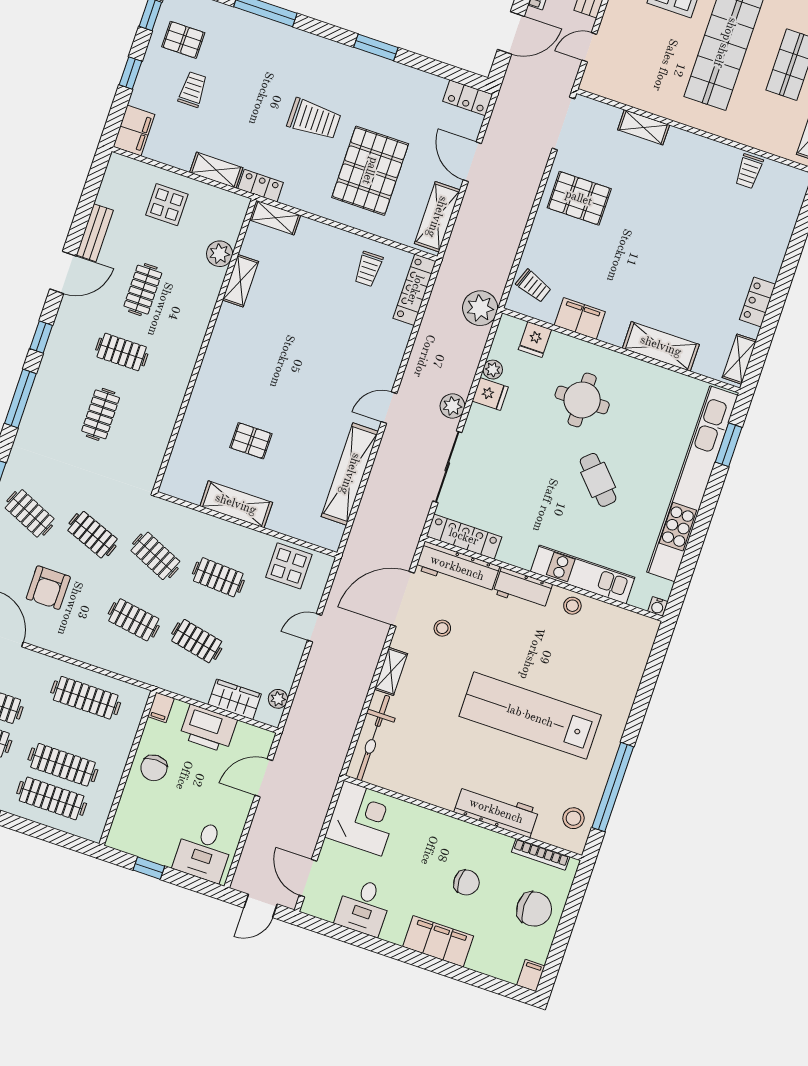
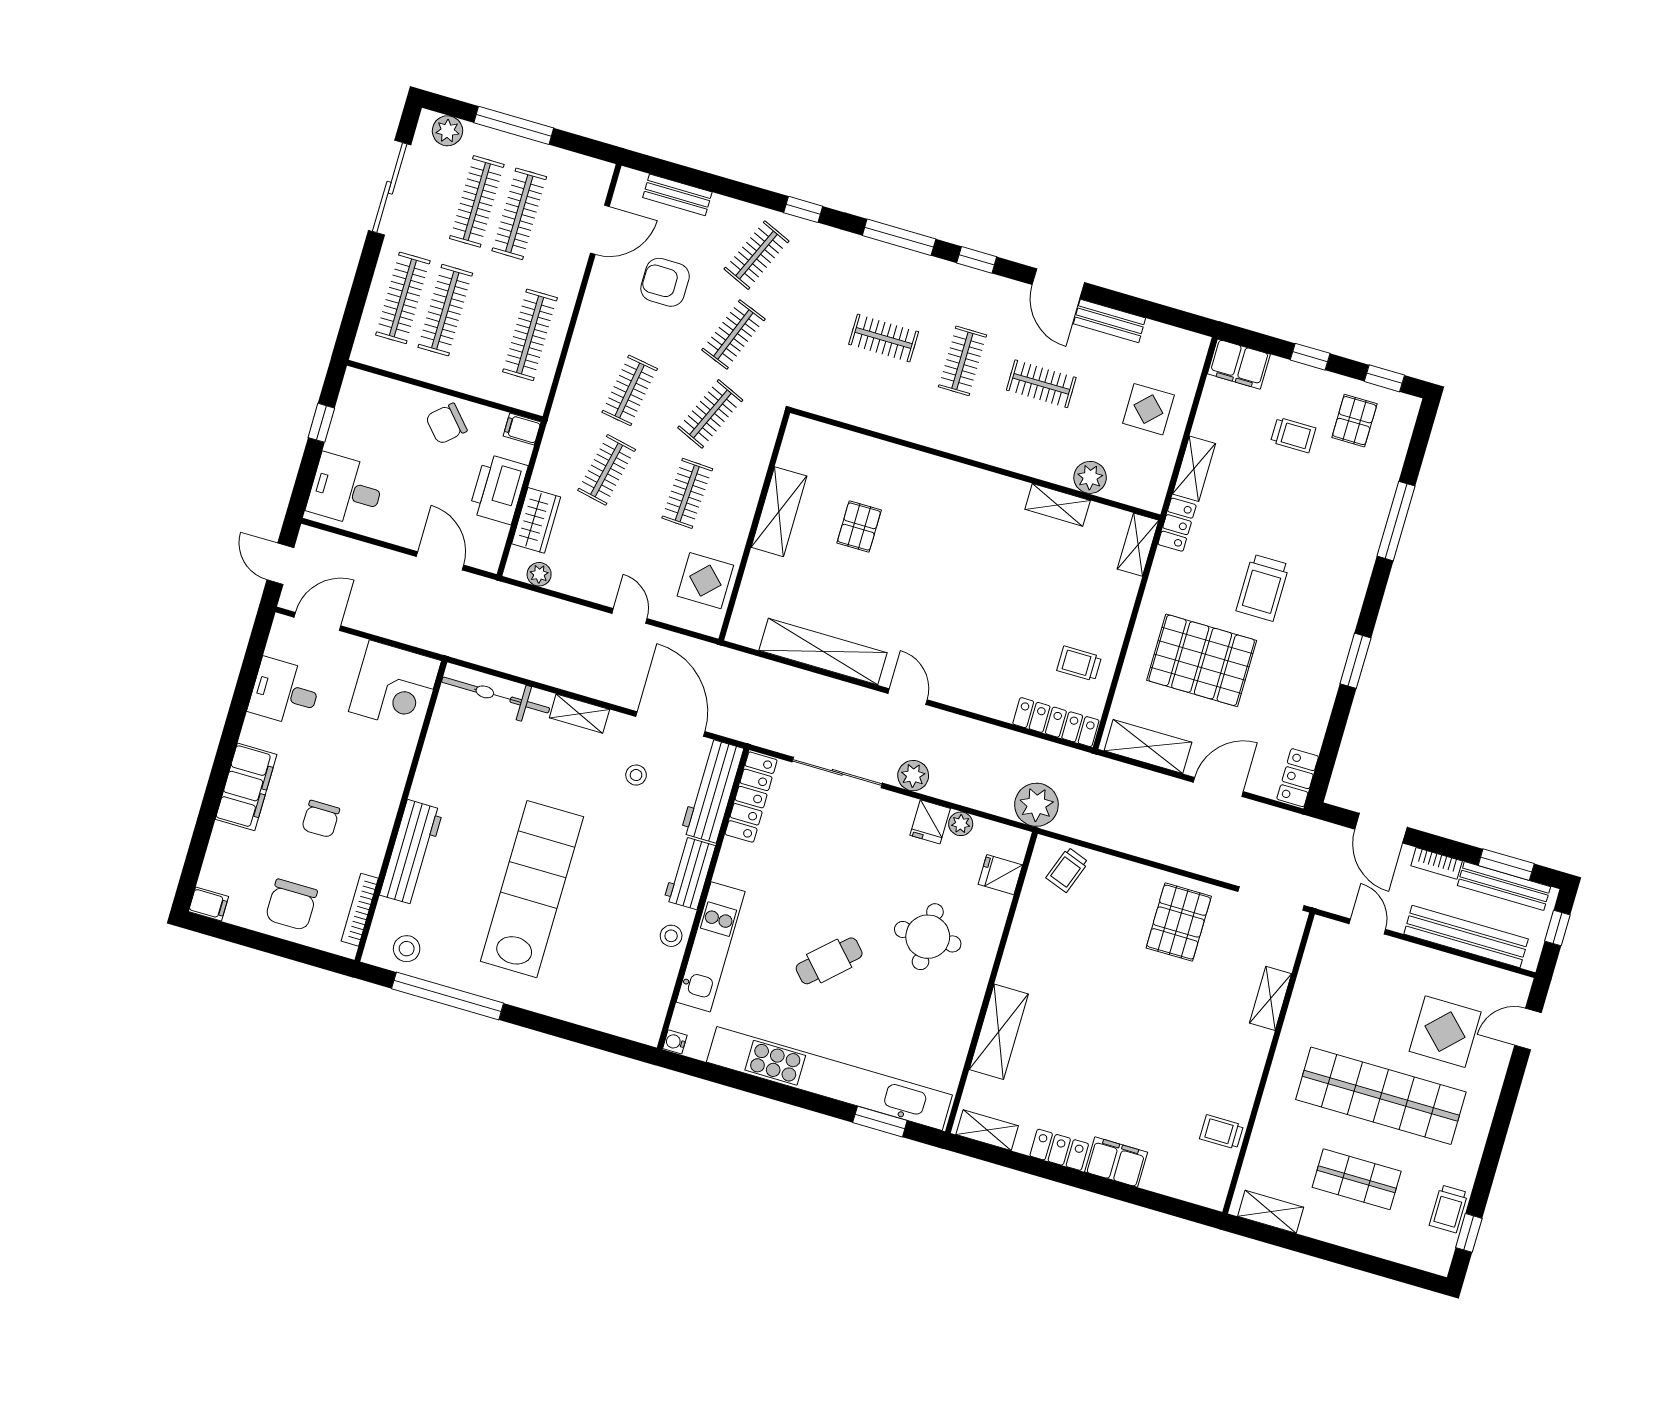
filing cabinet: (580, 319) -> (1116, 1162), moved, turned -90
chair: (154, 768) -> (446, 424), turned -42

